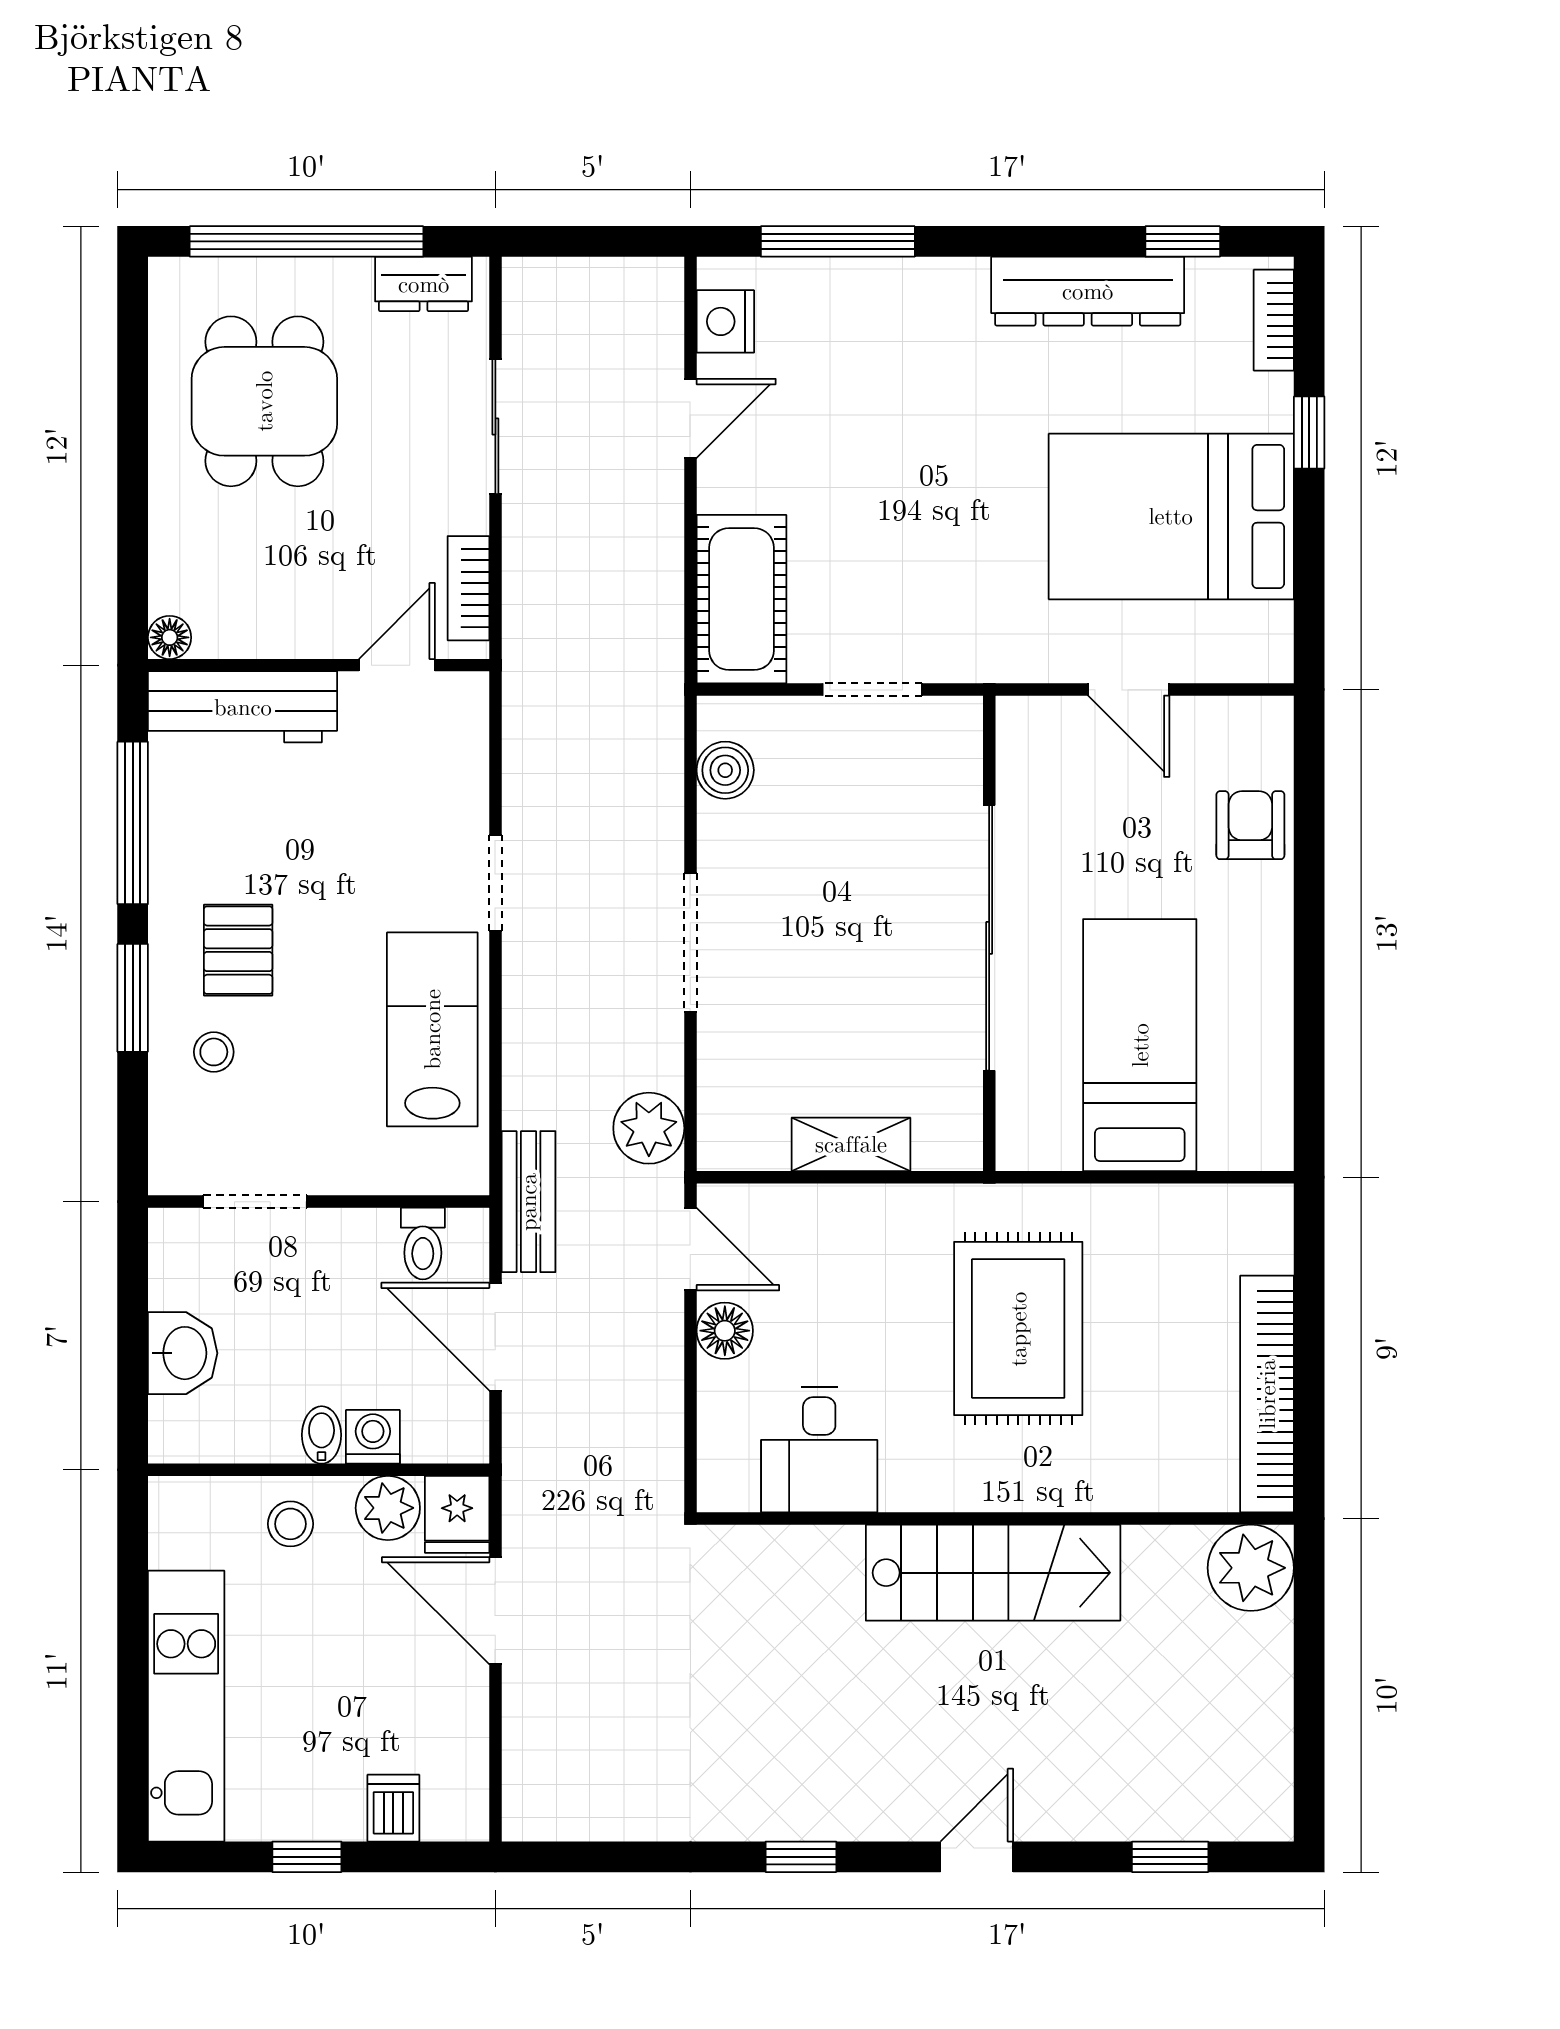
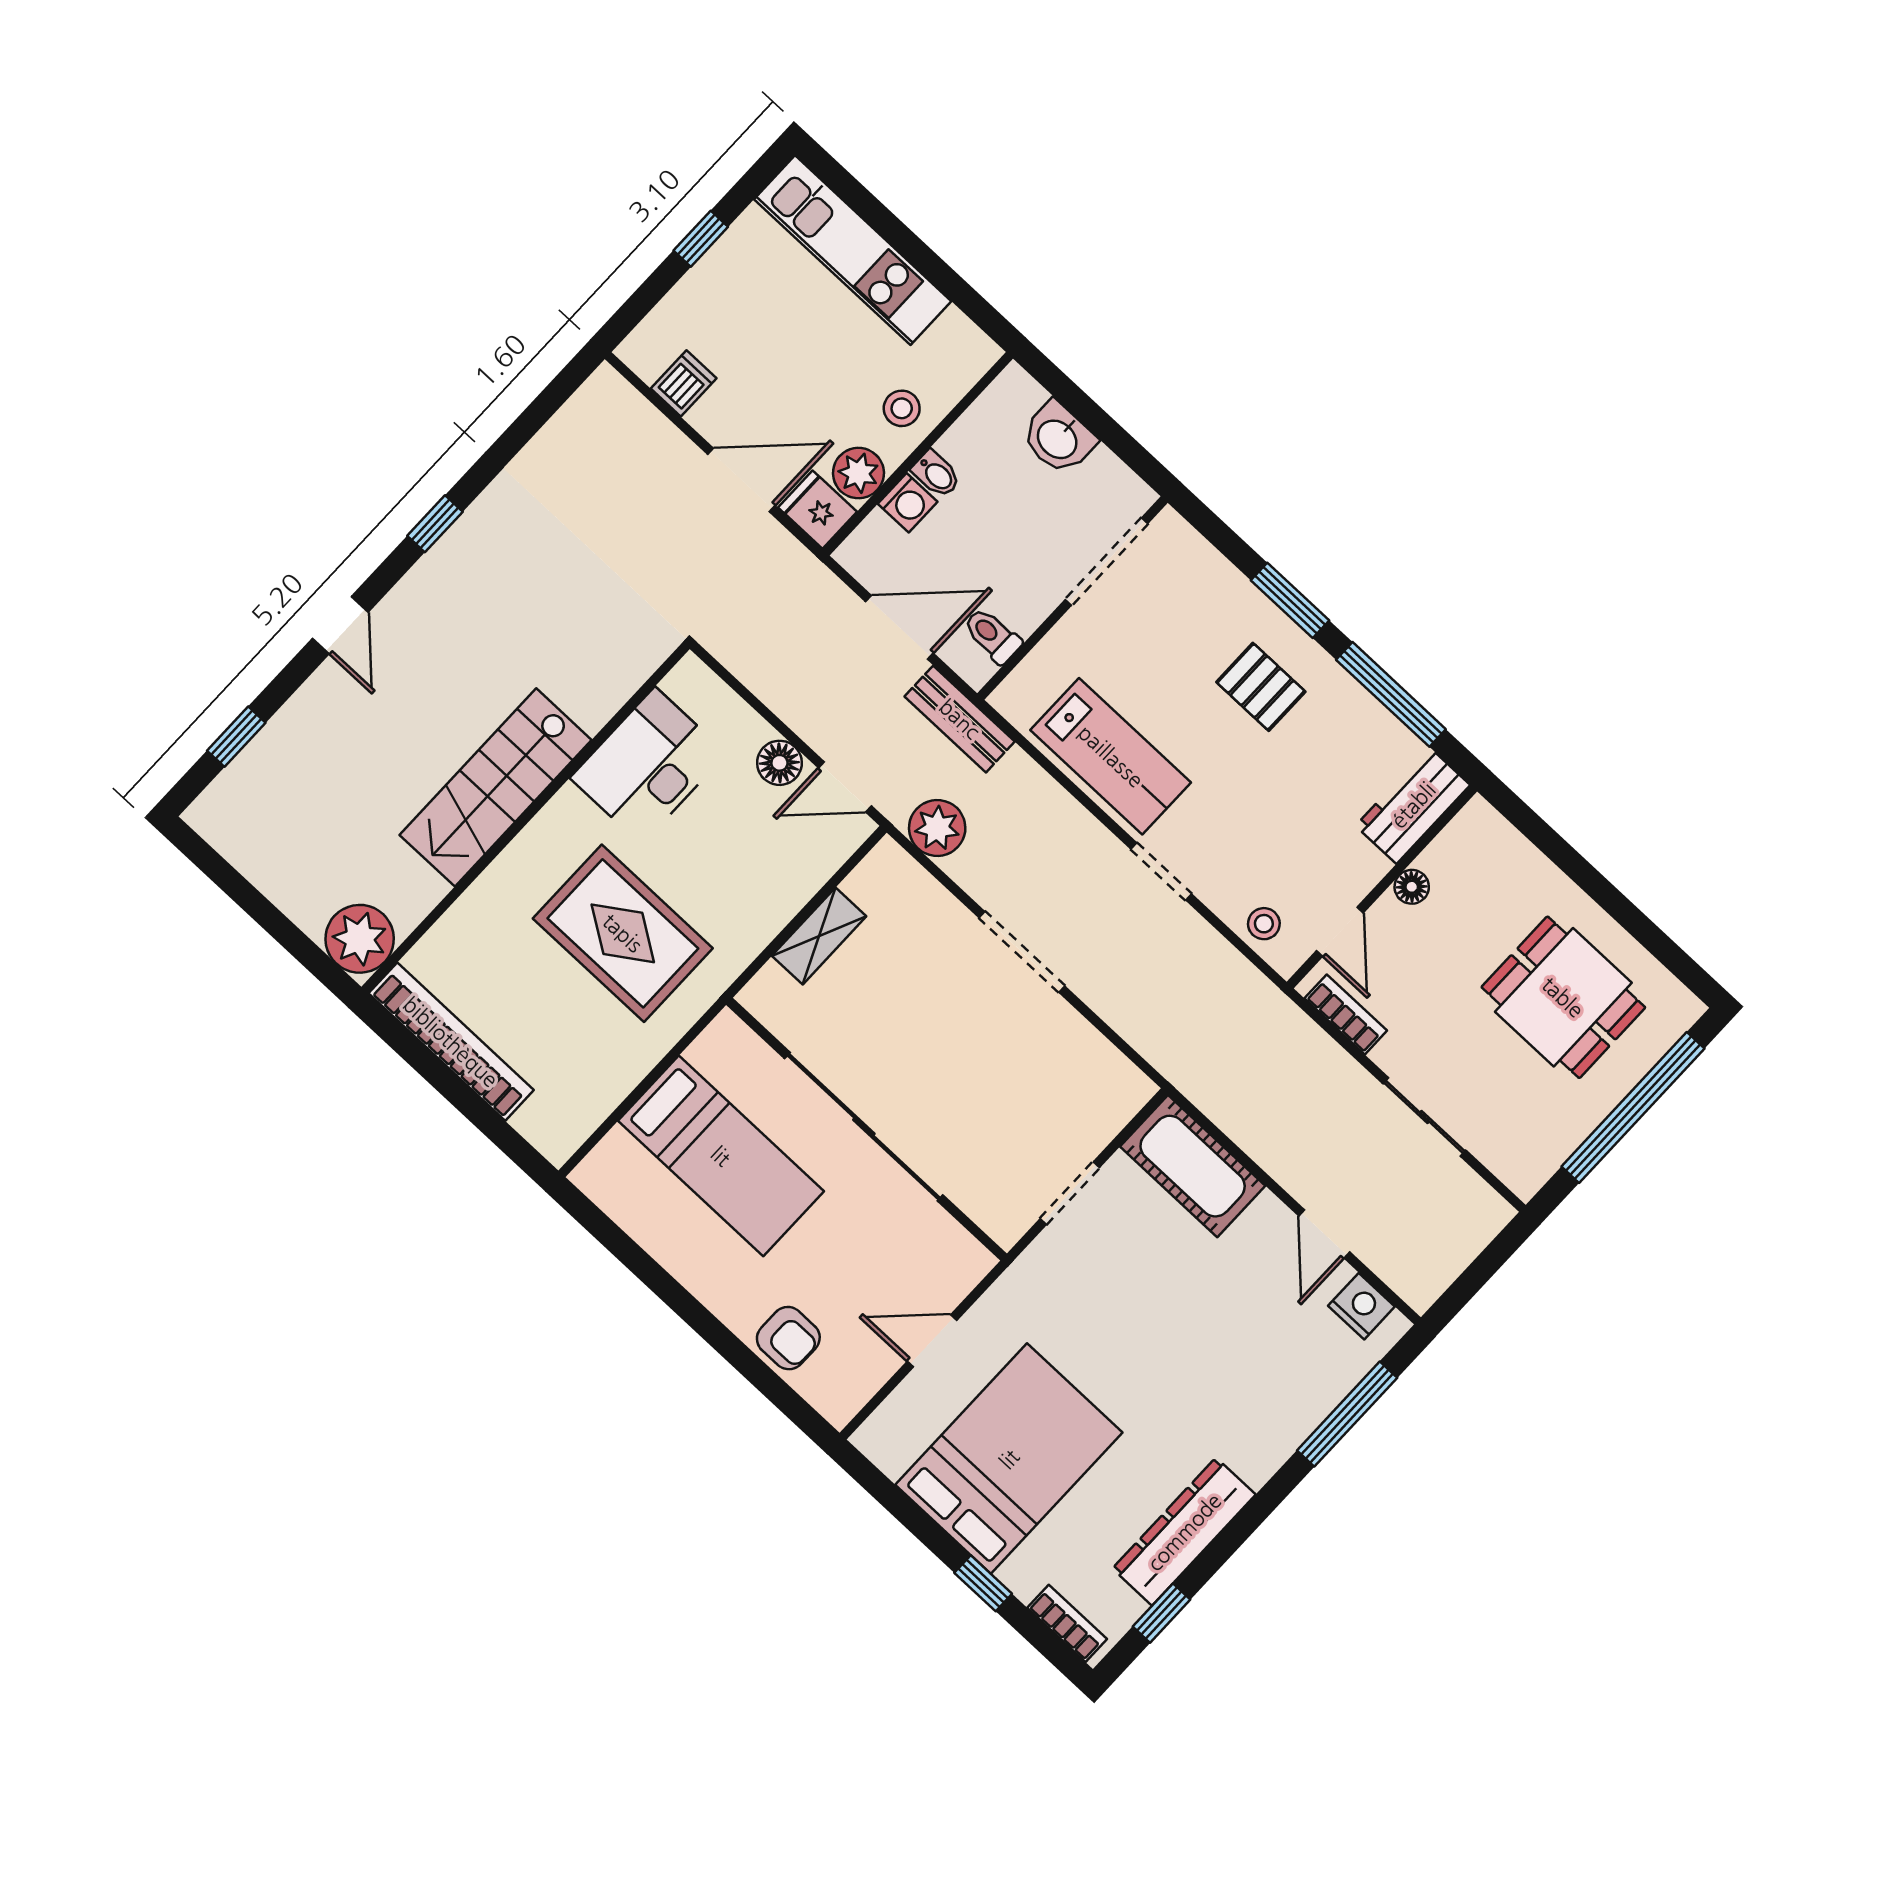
dresser: (424, 284) -> (1545, 1152), removed
floor lamp: (170, 637) -> (1412, 887), moved
workbench: (243, 707) -> (1413, 805), width x0.73
boiler: (725, 770) -> (1103, 1065), removed
stool: (214, 1052) -> (1264, 924), moved
doorway: (255, 1202) -> (1107, 561), width x1.38
desk: (819, 1450) -> (648, 766), width x1.37
dishwasher: (393, 1808) -> (684, 383), moved, turned -90

